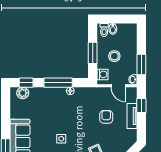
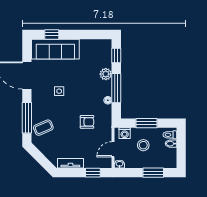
window: (141, 64) -> (153, 173), moved
plant: (23, 93) -> (106, 74), moved
tv unit: (132, 116) -> (70, 163), moved
armchair: (106, 117) -> (87, 122), moved

